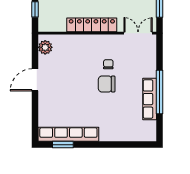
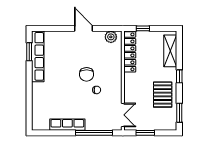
locker: (92, 25) -> (130, 52), moved
chair: (107, 84) -> (87, 74), moved, turned 180
window: (159, 92) -> (94, 133), moved

